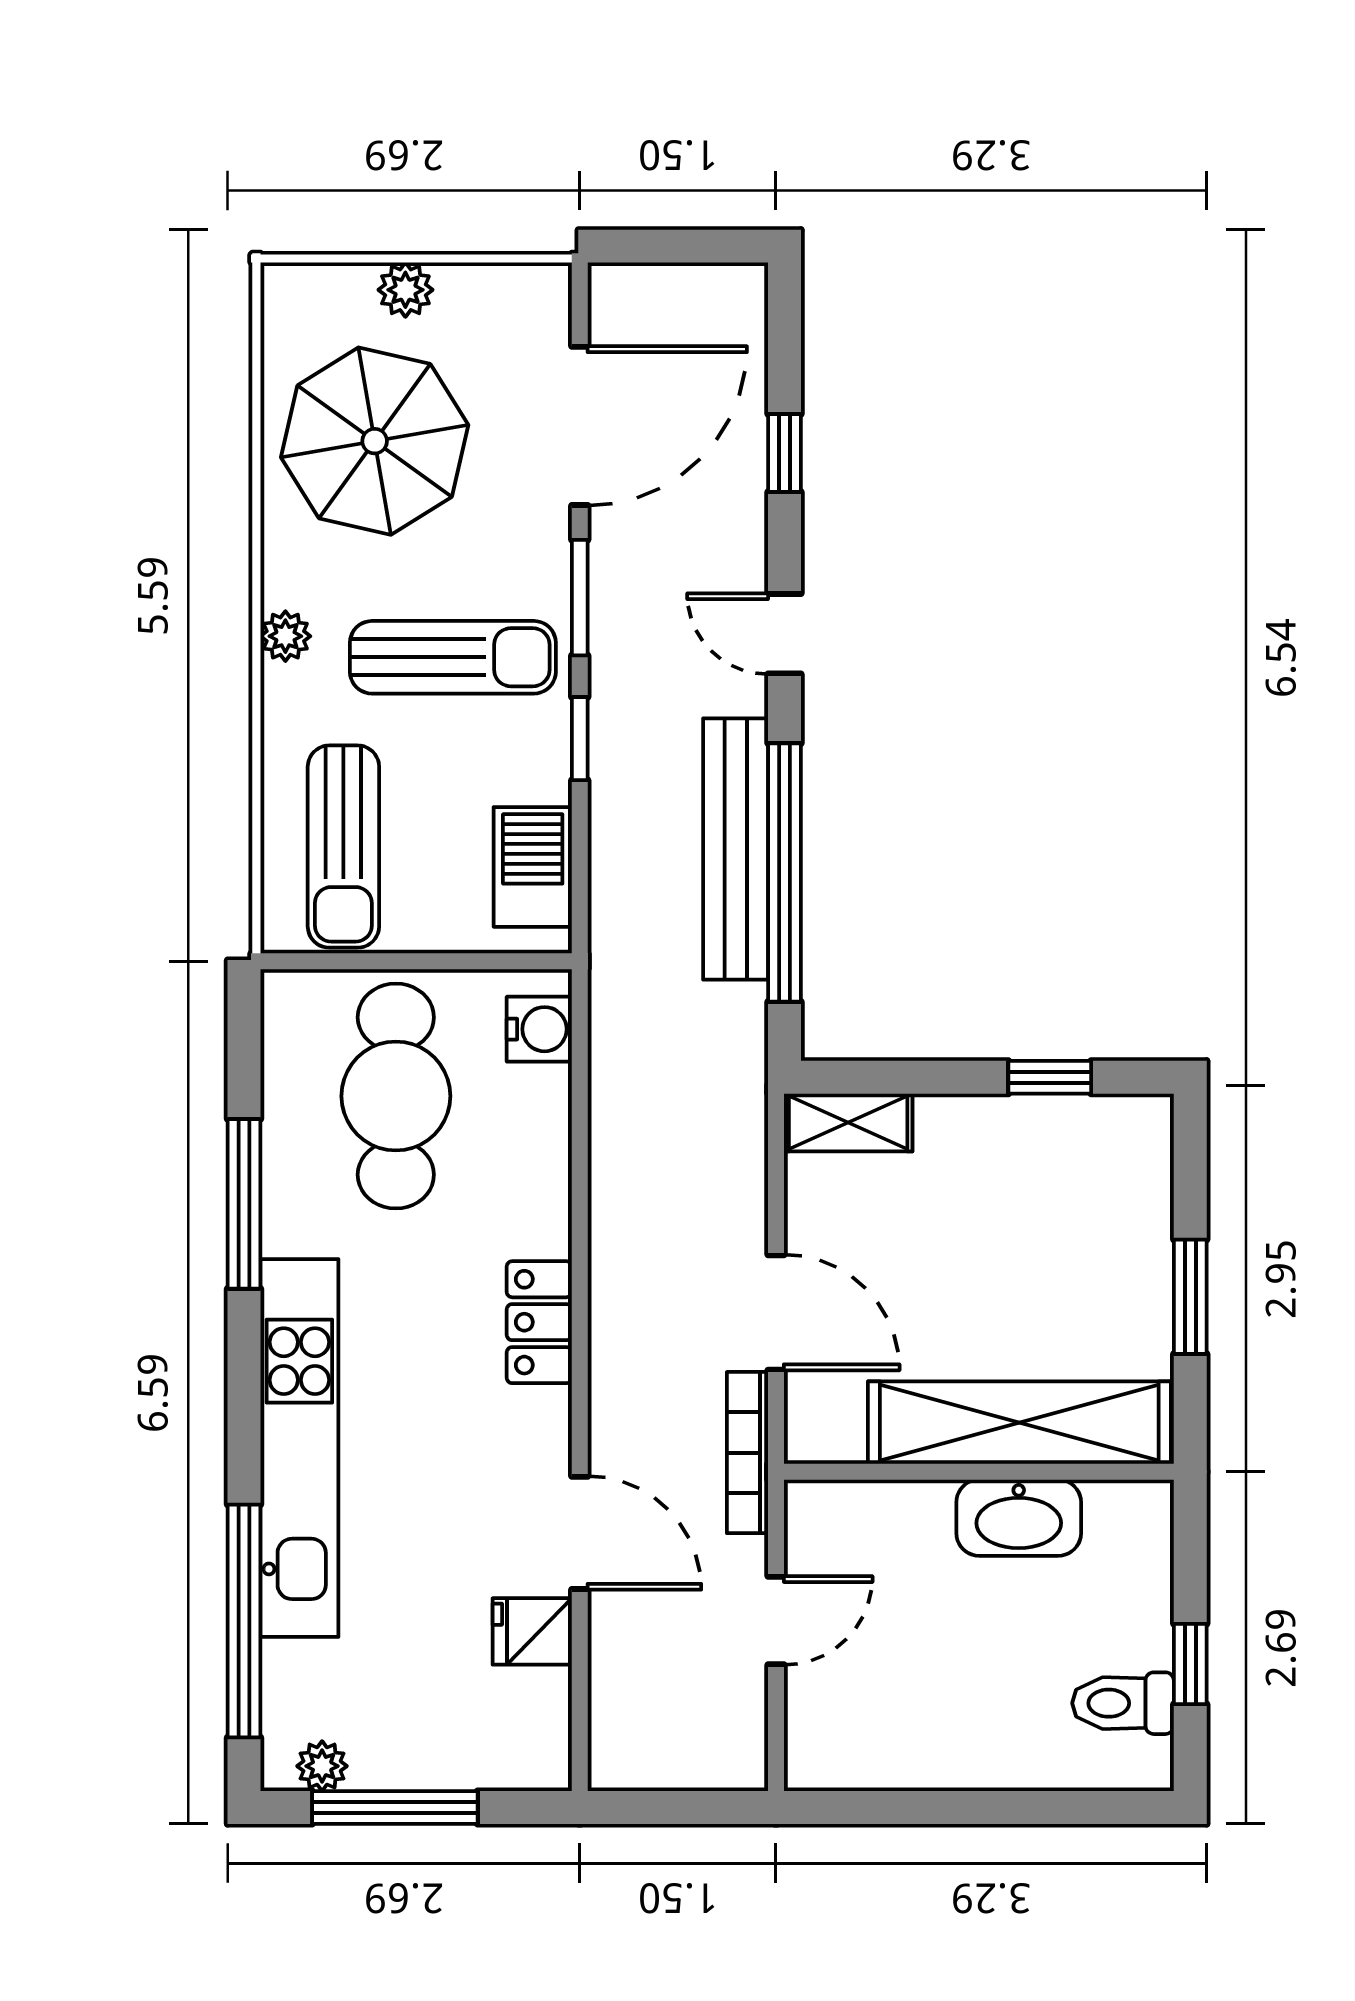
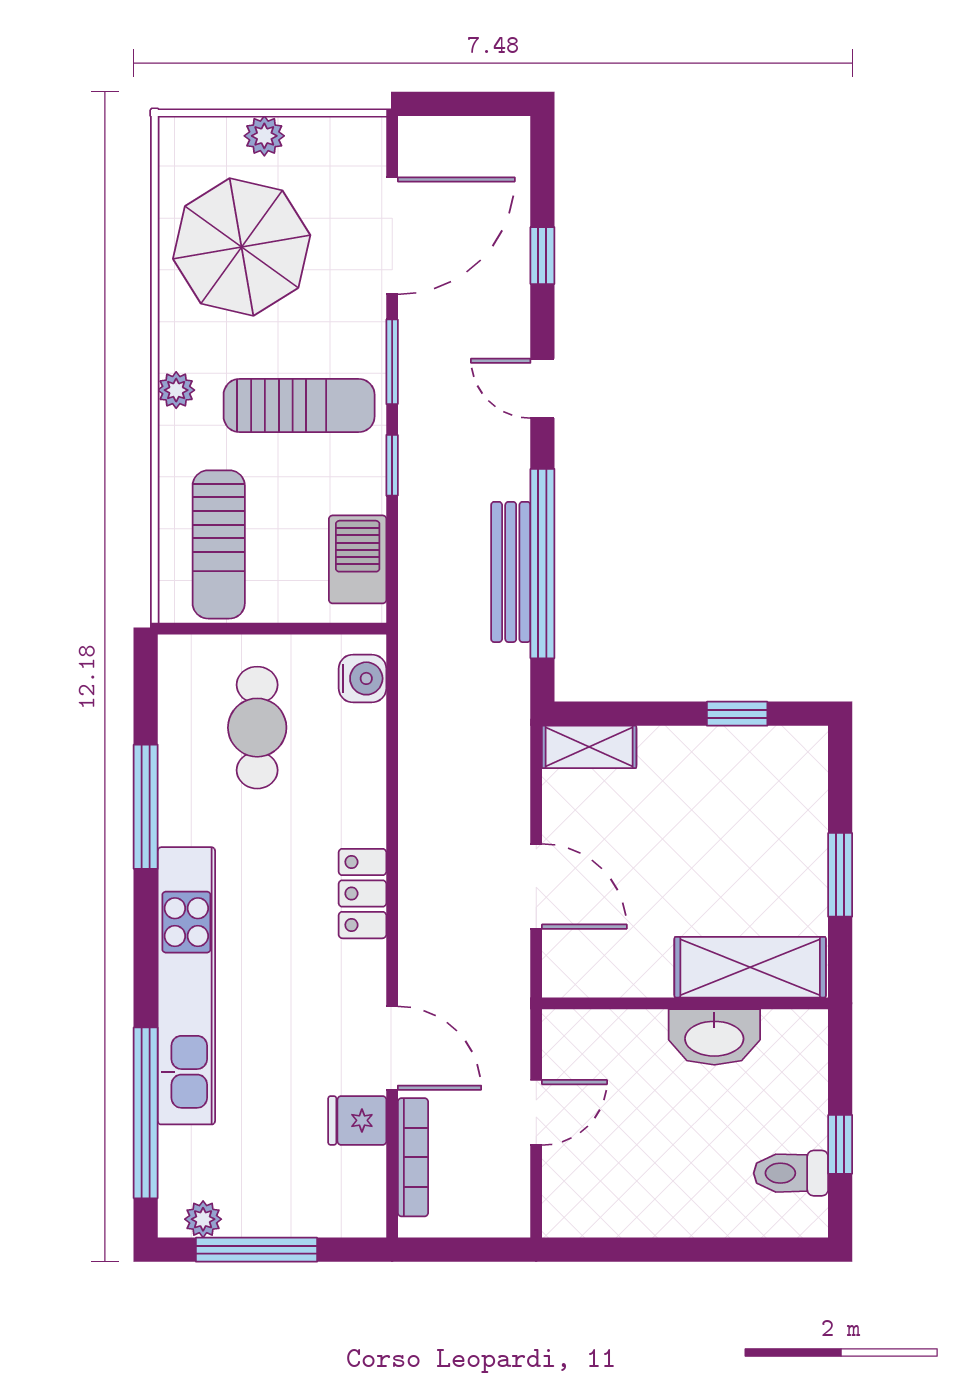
bench: (736, 849) -> (511, 572), width x0.73, depth x0.82
cafe table: (396, 1096) -> (257, 728), width x0.73, depth x0.74
shelving: (1019, 1423) -> (750, 967), width x0.68
bookcase: (747, 1453) -> (413, 1157), moved, turned 180

